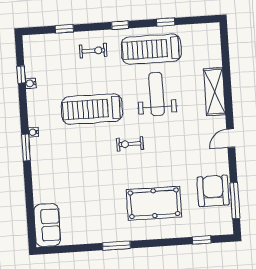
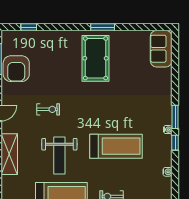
window: (21, 75) -> (175, 143), moved
exercise bike: (130, 144) -> (48, 109), moved
pool table: (154, 203) -> (95, 58), moved, turned 90

